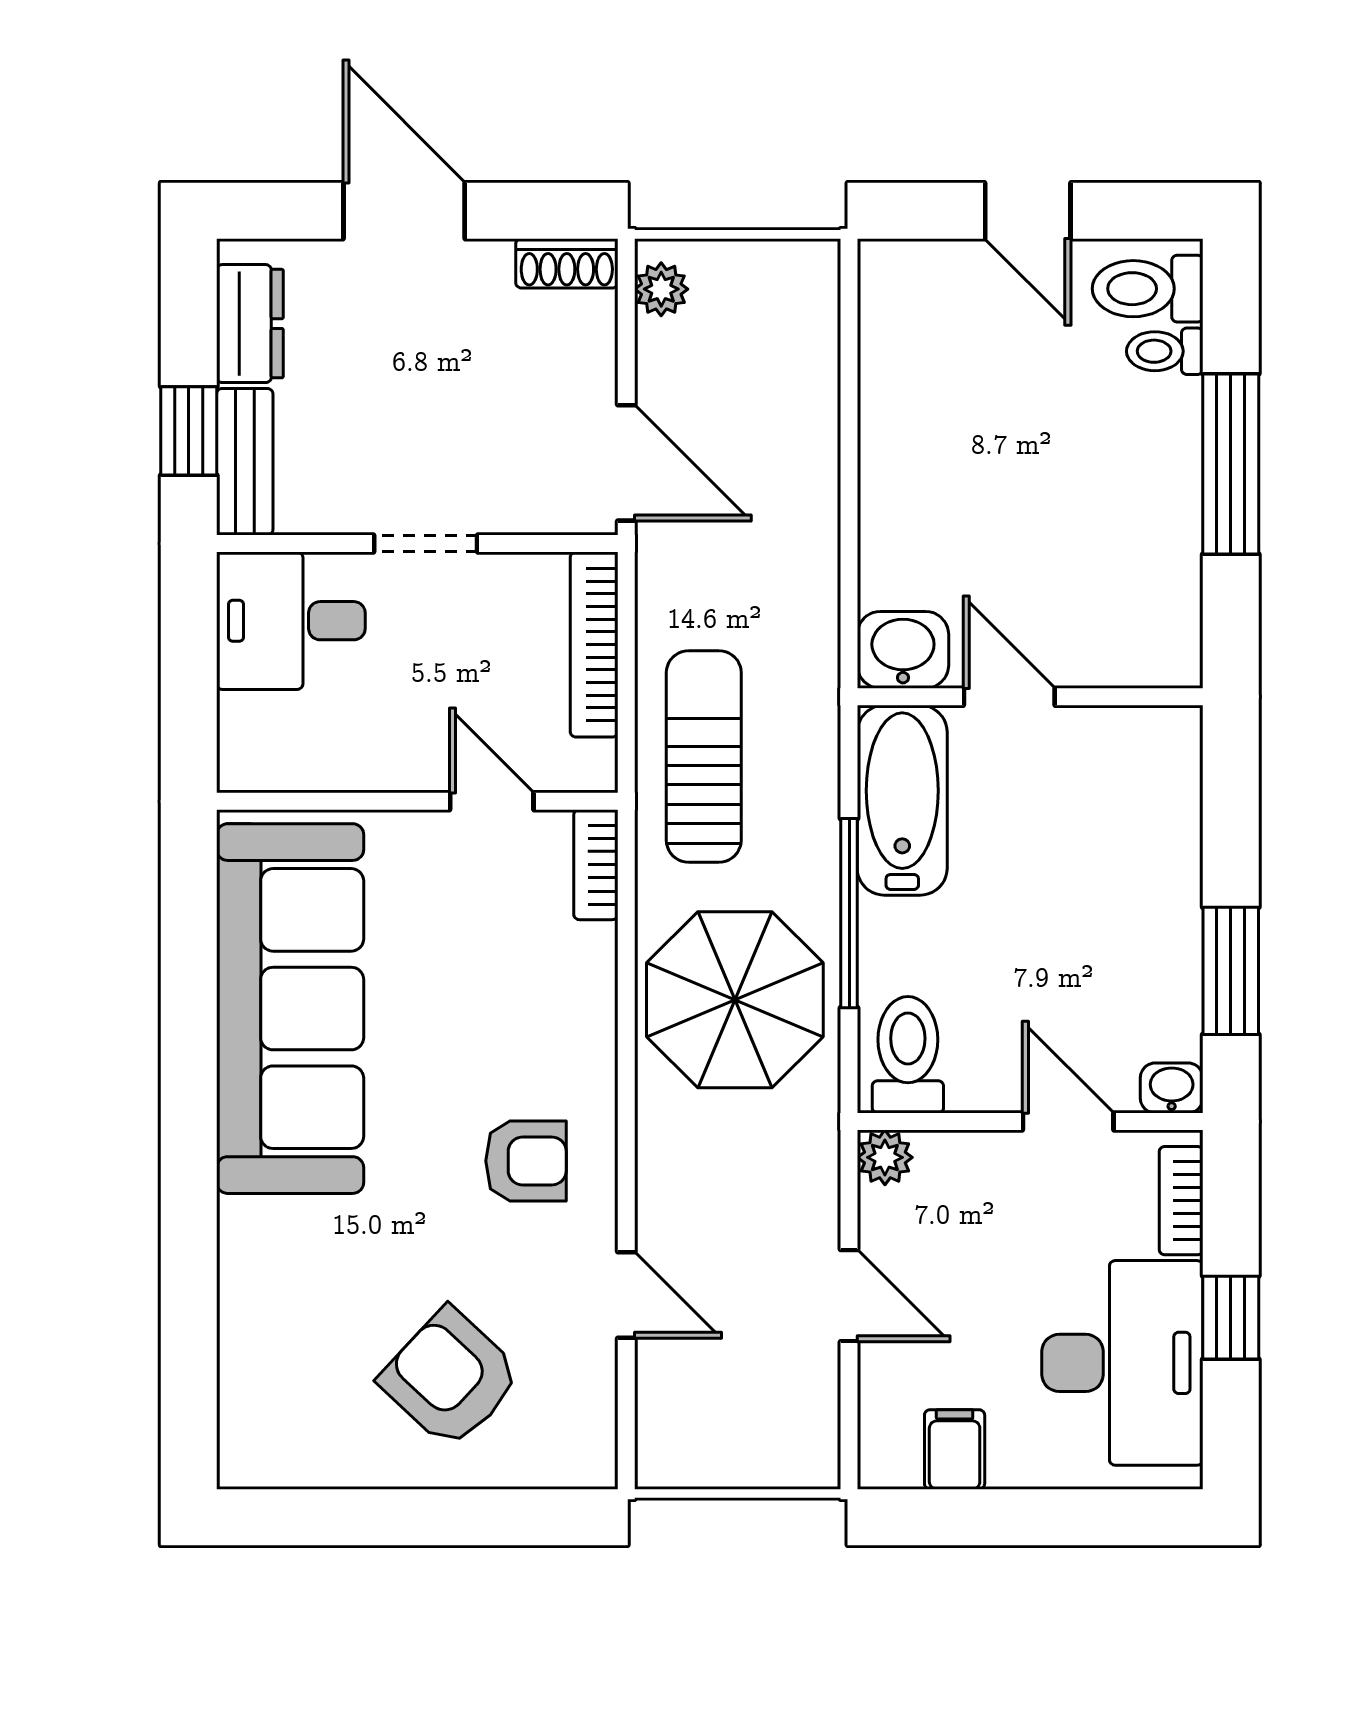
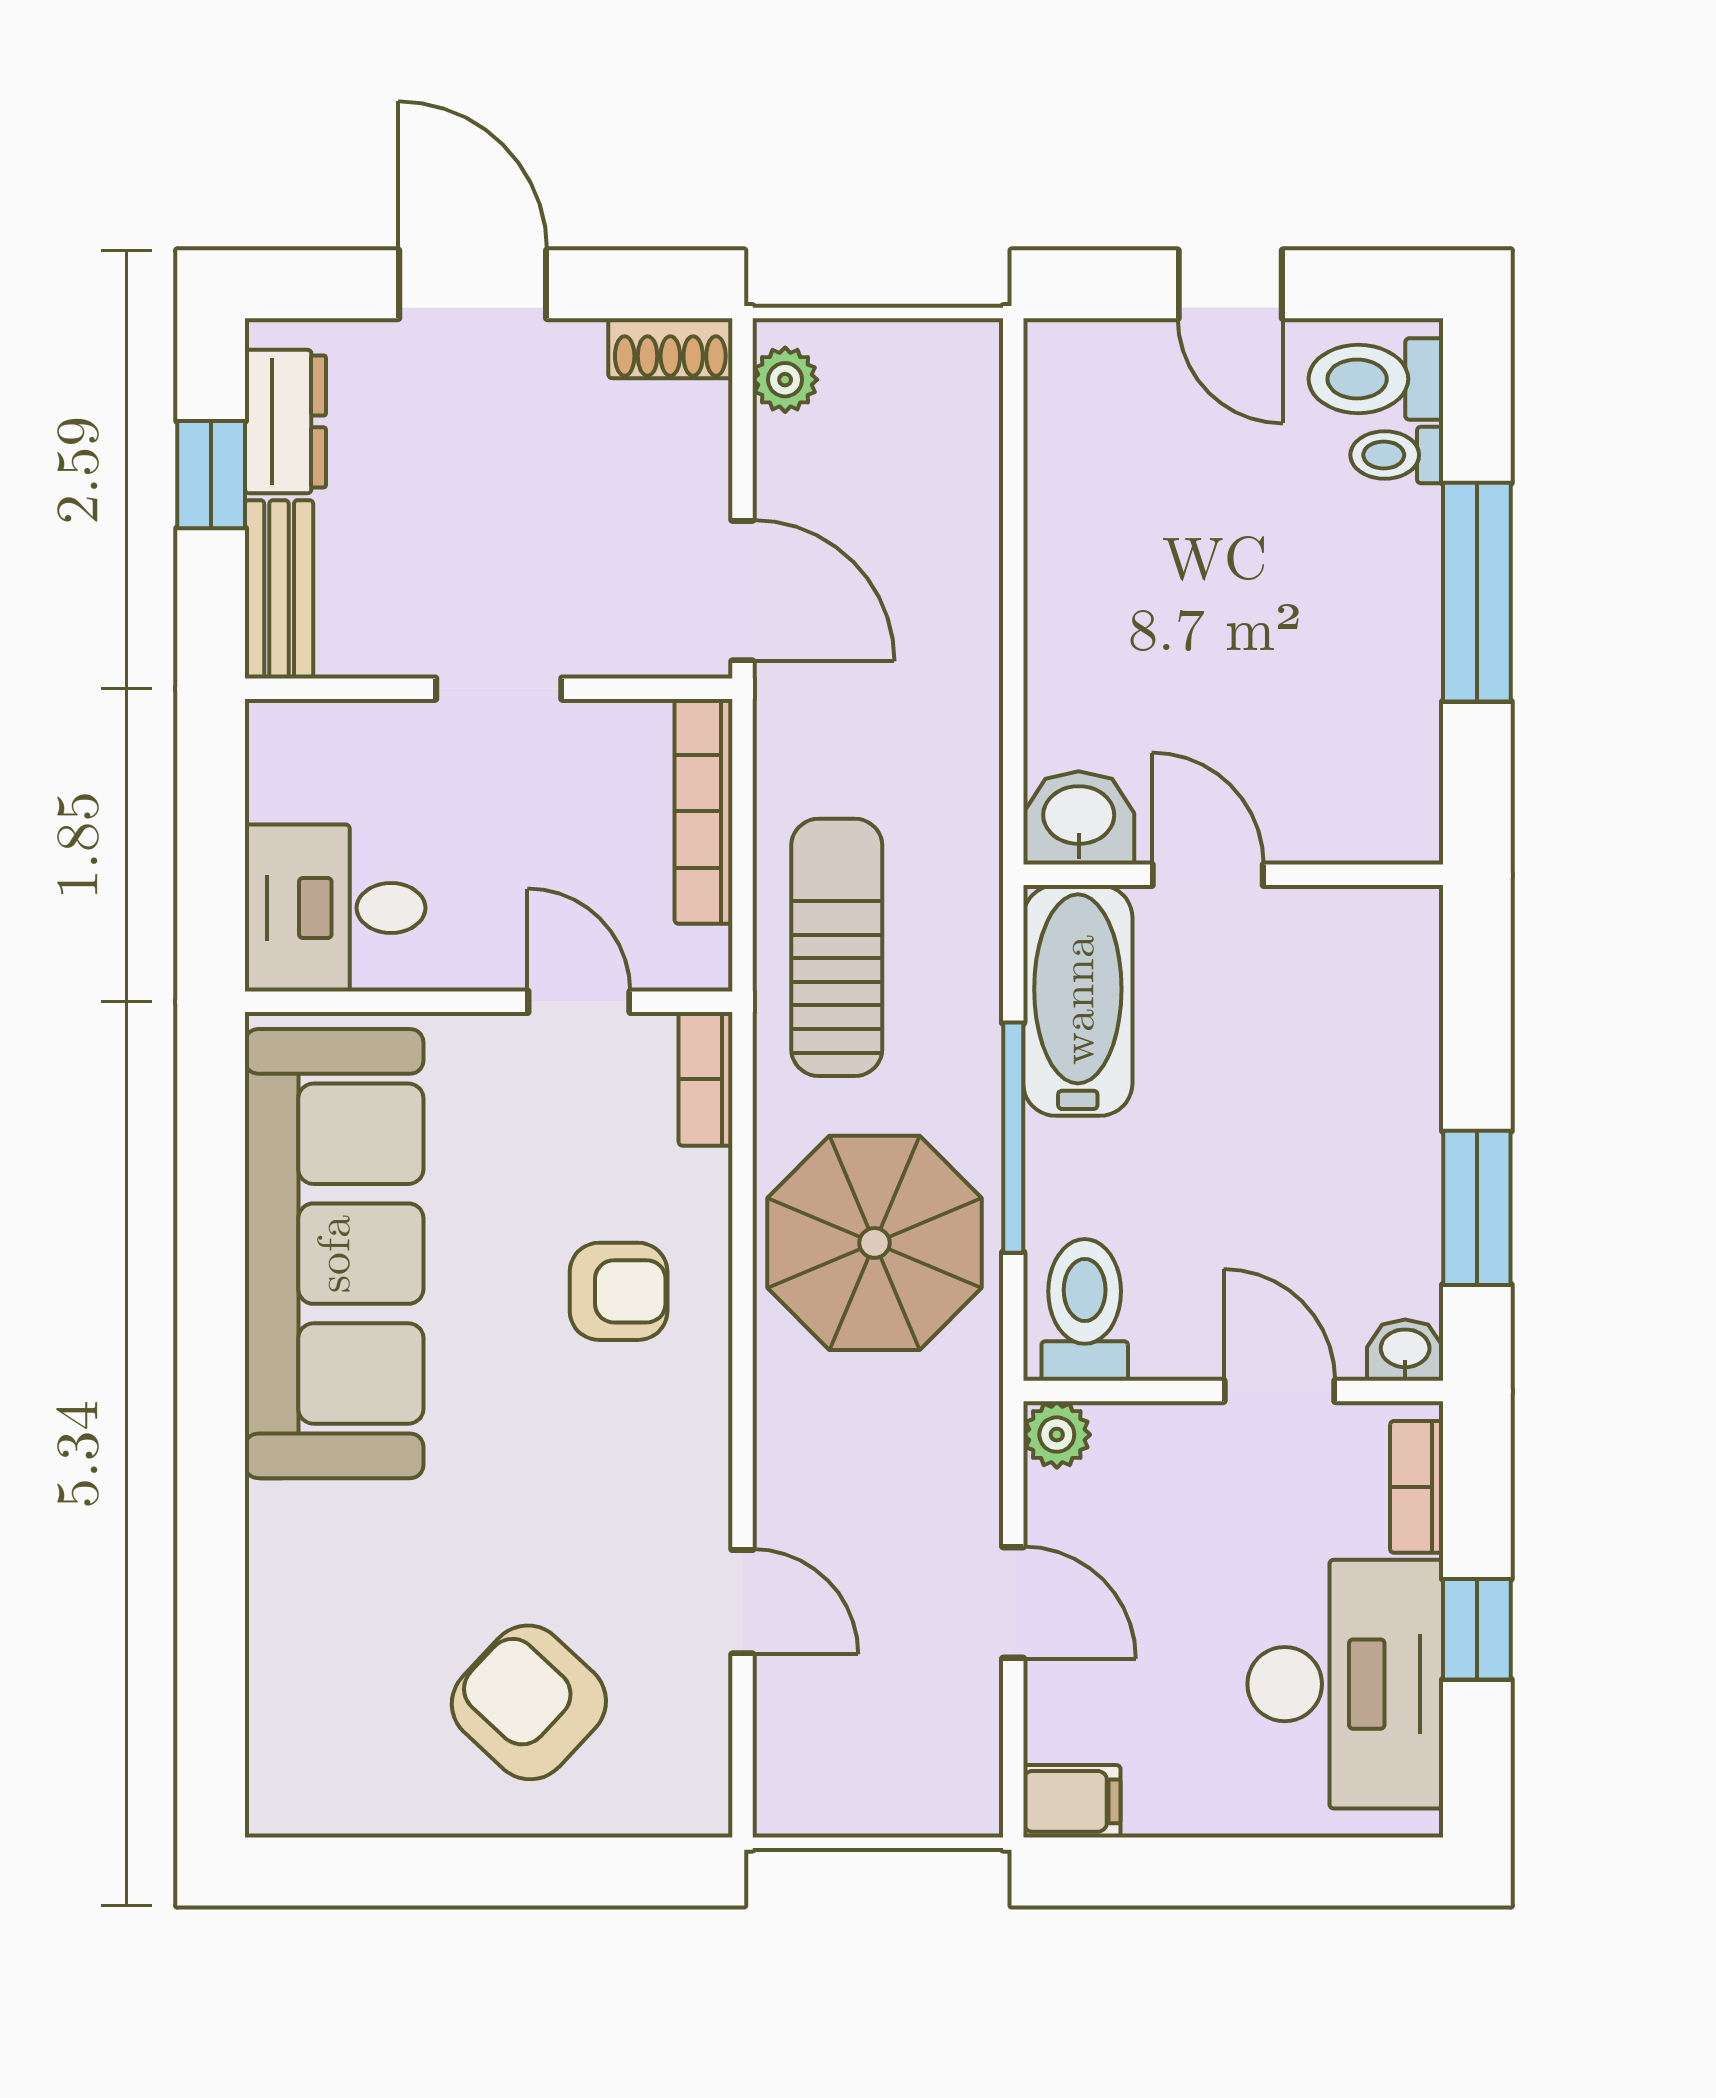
window: (189, 431) -> (211, 475), moved
desk: (291, 621) -> (335, 908), moved
armchair: (526, 1161) -> (619, 1291), moved
filing cabinet: (955, 1449) -> (1072, 1801), moved, turned 90

